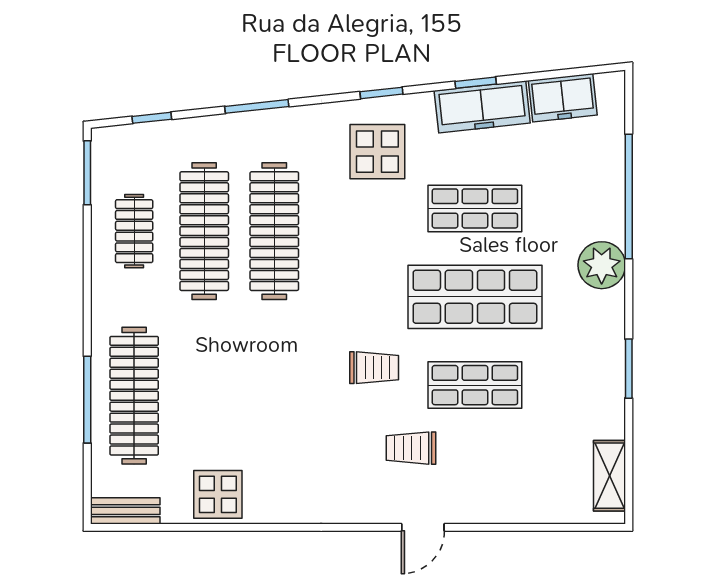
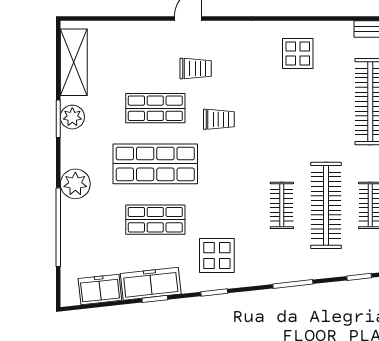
clothes rail: (274, 231) -> (282, 205), width x0.54, depth x0.76
trolley: (374, 368) -> (219, 119), turned 180
plant: (606, 371) -> (72, 117), added
shelving: (609, 476) -> (74, 62), width x1.50, depth x1.33
display table: (218, 494) -> (298, 53), moved

